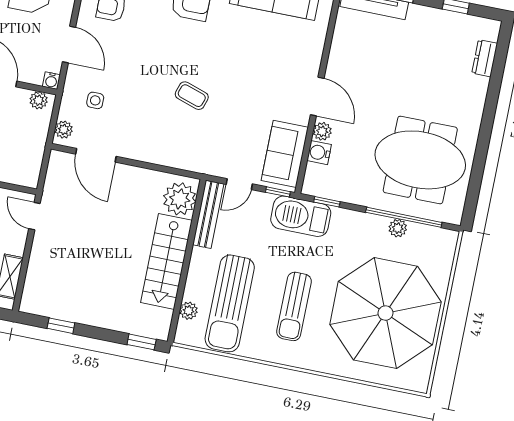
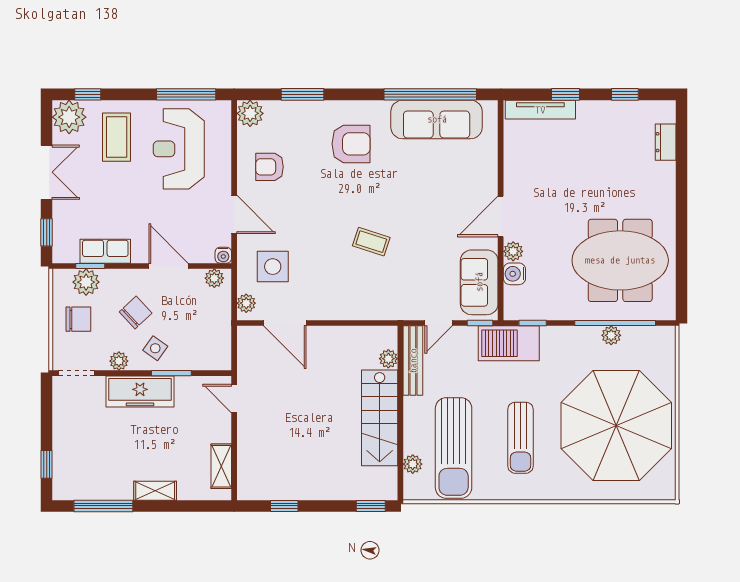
door: (317, 97) -> (501, 216), swing flipped
side table: (95, 100) -> (273, 267), width x1.87, depth x1.87
plant: (180, 199) -> (388, 359), width x0.53, depth x0.53

